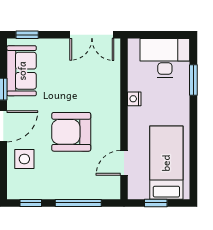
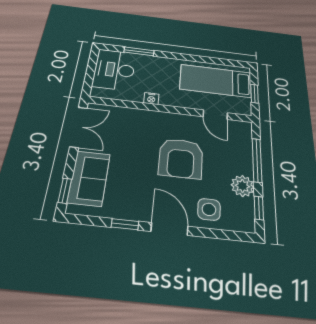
sofa: (22, 71) -> (89, 178), moved, turned 90
plant: (50, 189) -> (242, 186), added

